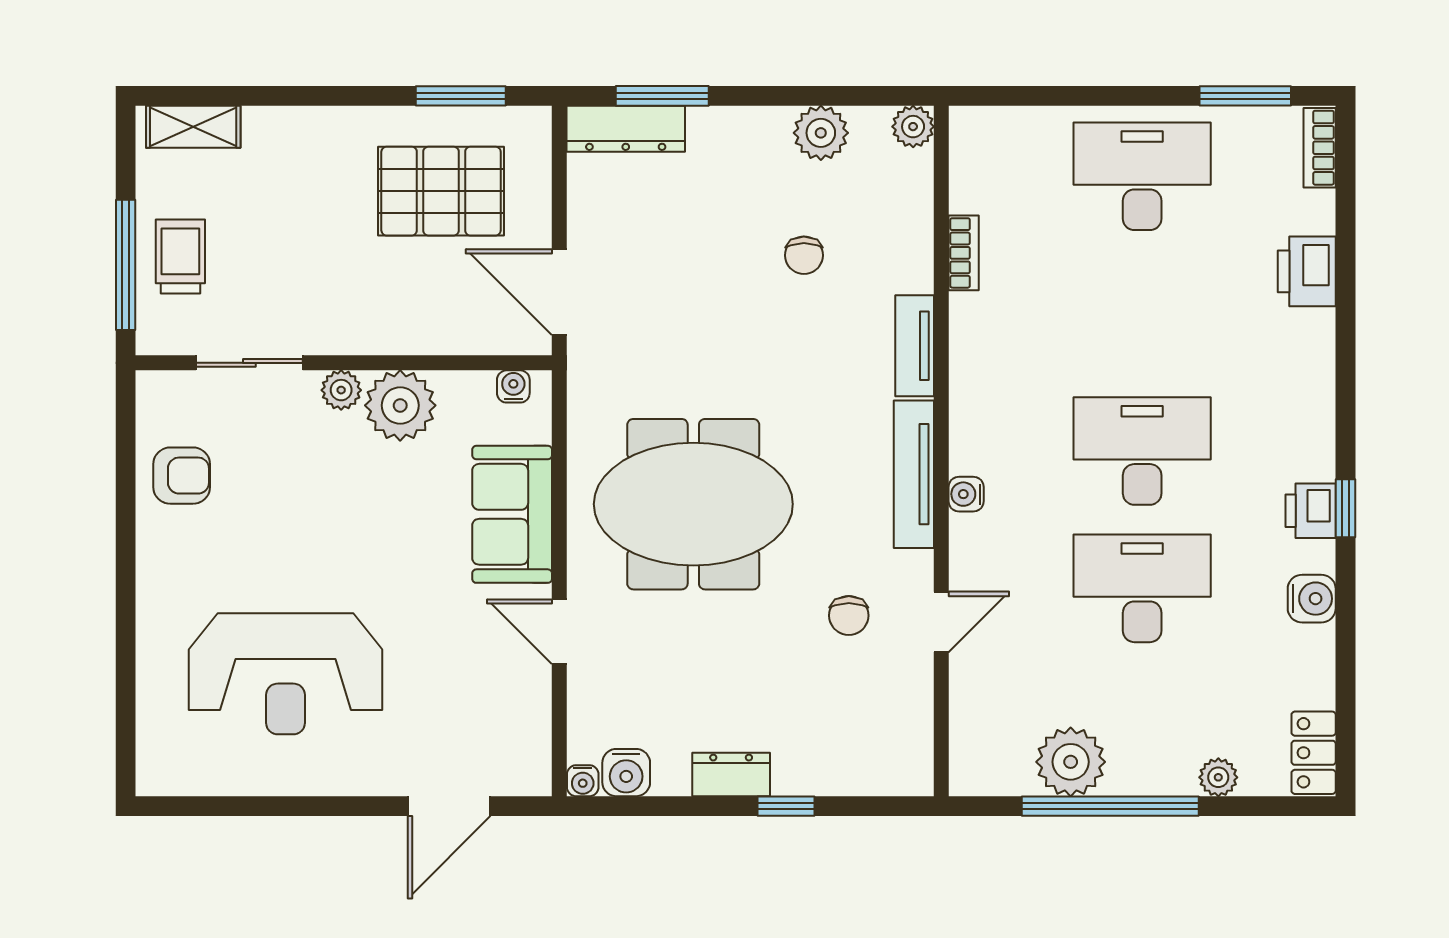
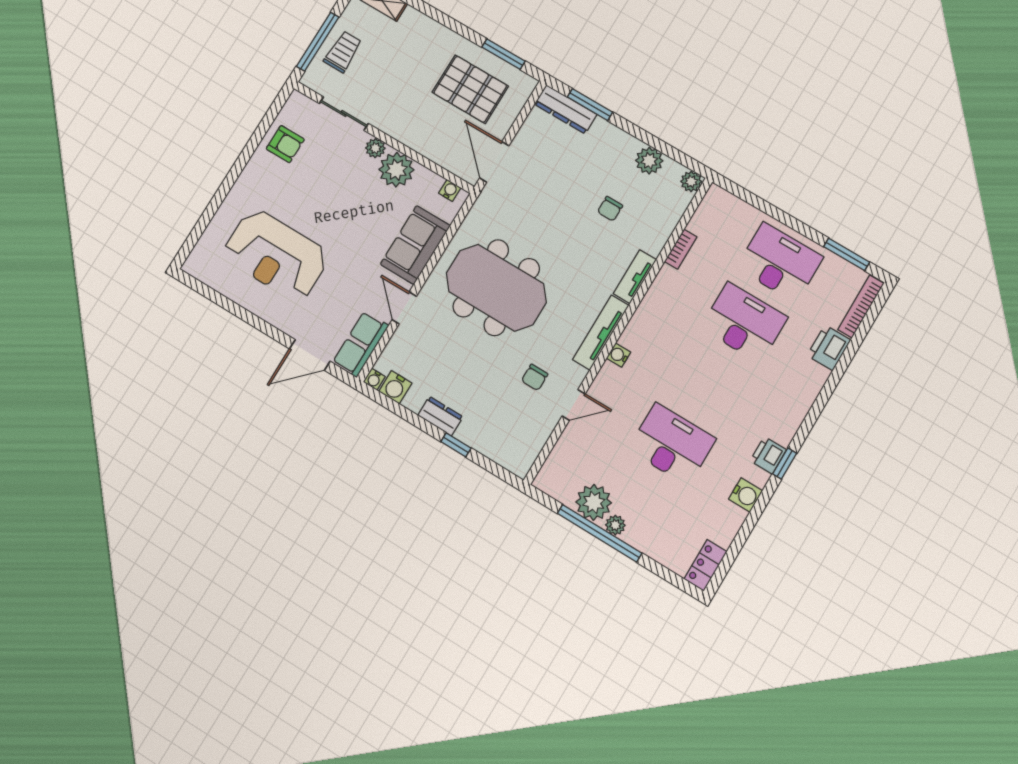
bookcase: (1320, 148) -> (861, 306), width x1.56
desk: (1142, 451) -> (744, 323), moved
row of seats: (523, 736) -> (361, 344), added
plant: (1218, 777) -> (615, 525), moved

